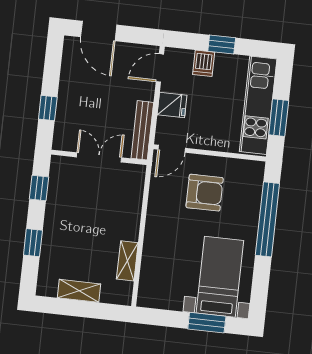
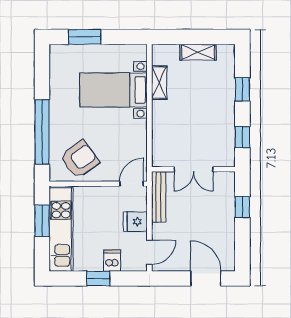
armchair: (205, 193) -> (80, 159), moved, turned 144
bed with nightstands: (220, 277) -> (114, 90), moved, turned 90

